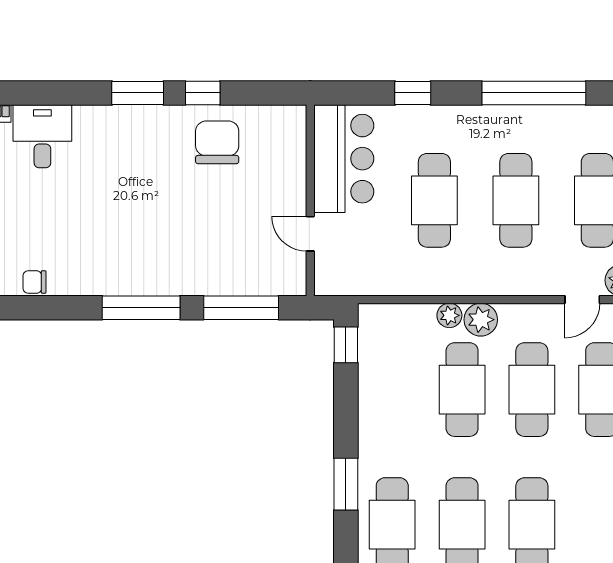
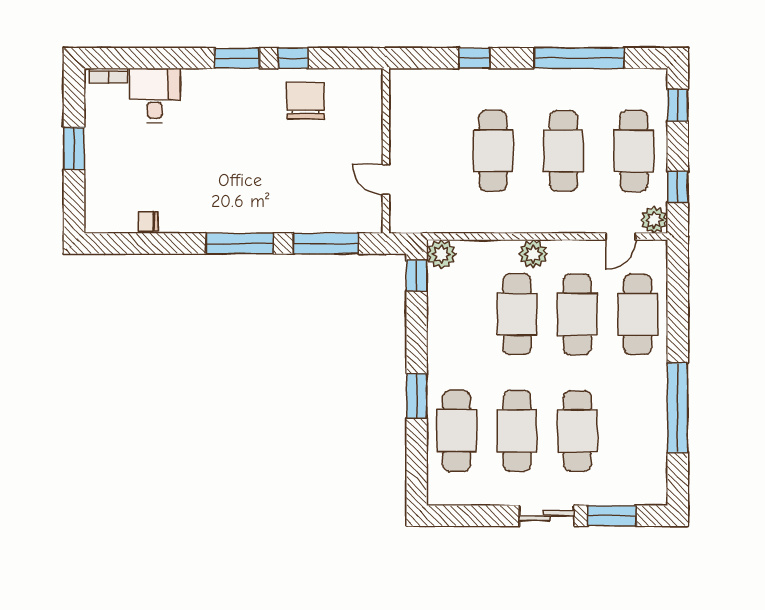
bar counter: (344, 159) -> (415, 115), removed
plant: (449, 315) -> (441, 254), moved, width x1.38, depth x1.38

